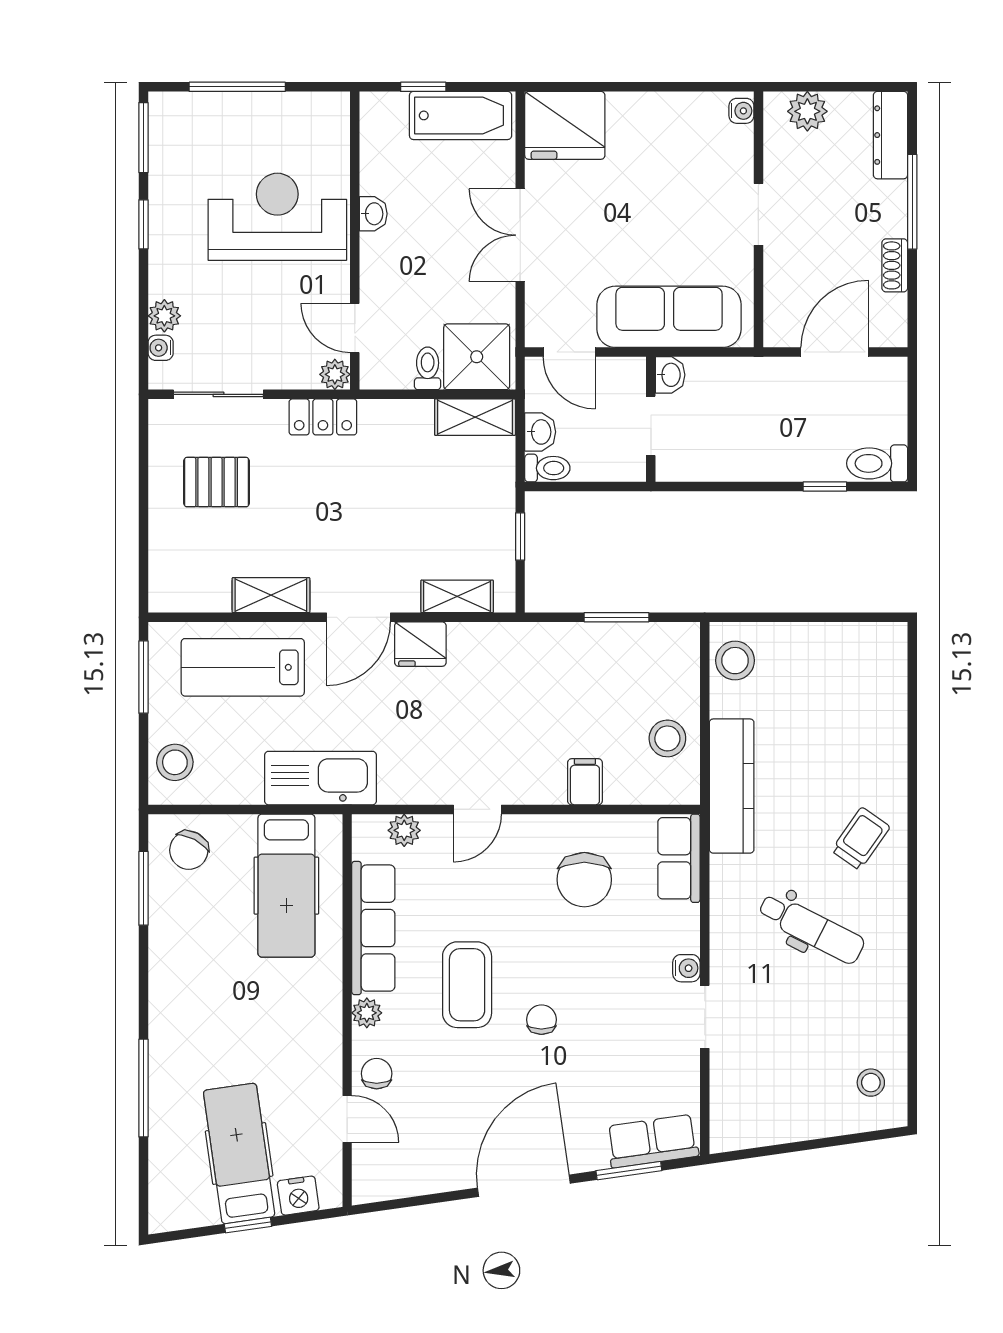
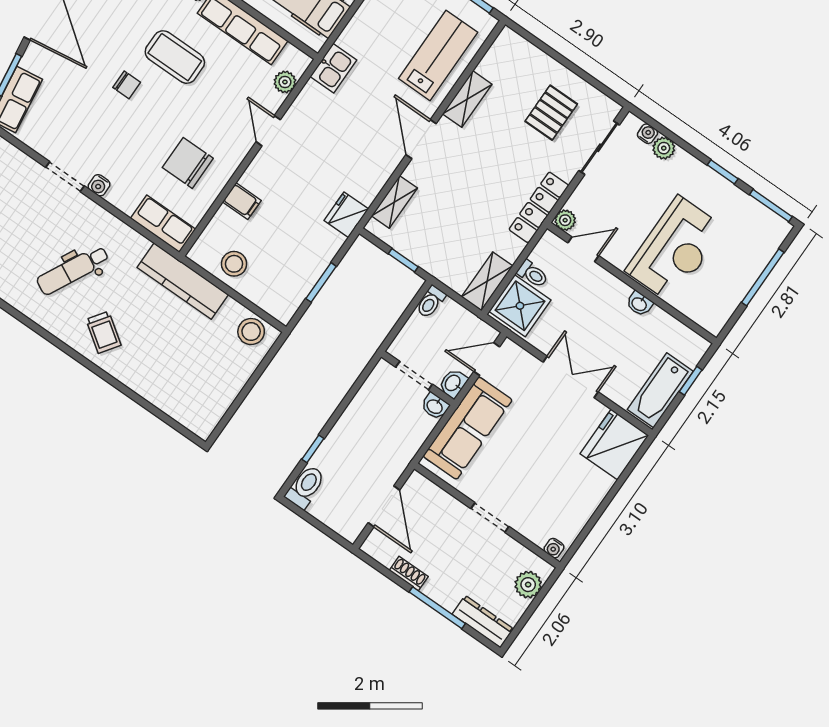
locker: (323, 417) -> (539, 207), width x1.53
washbasin: (540, 432) -> (453, 383), moved, turned 90
fridge: (420, 644) -> (346, 215), moved
kitchen sink: (321, 778) -> (333, 68), width x0.53, depth x0.81

